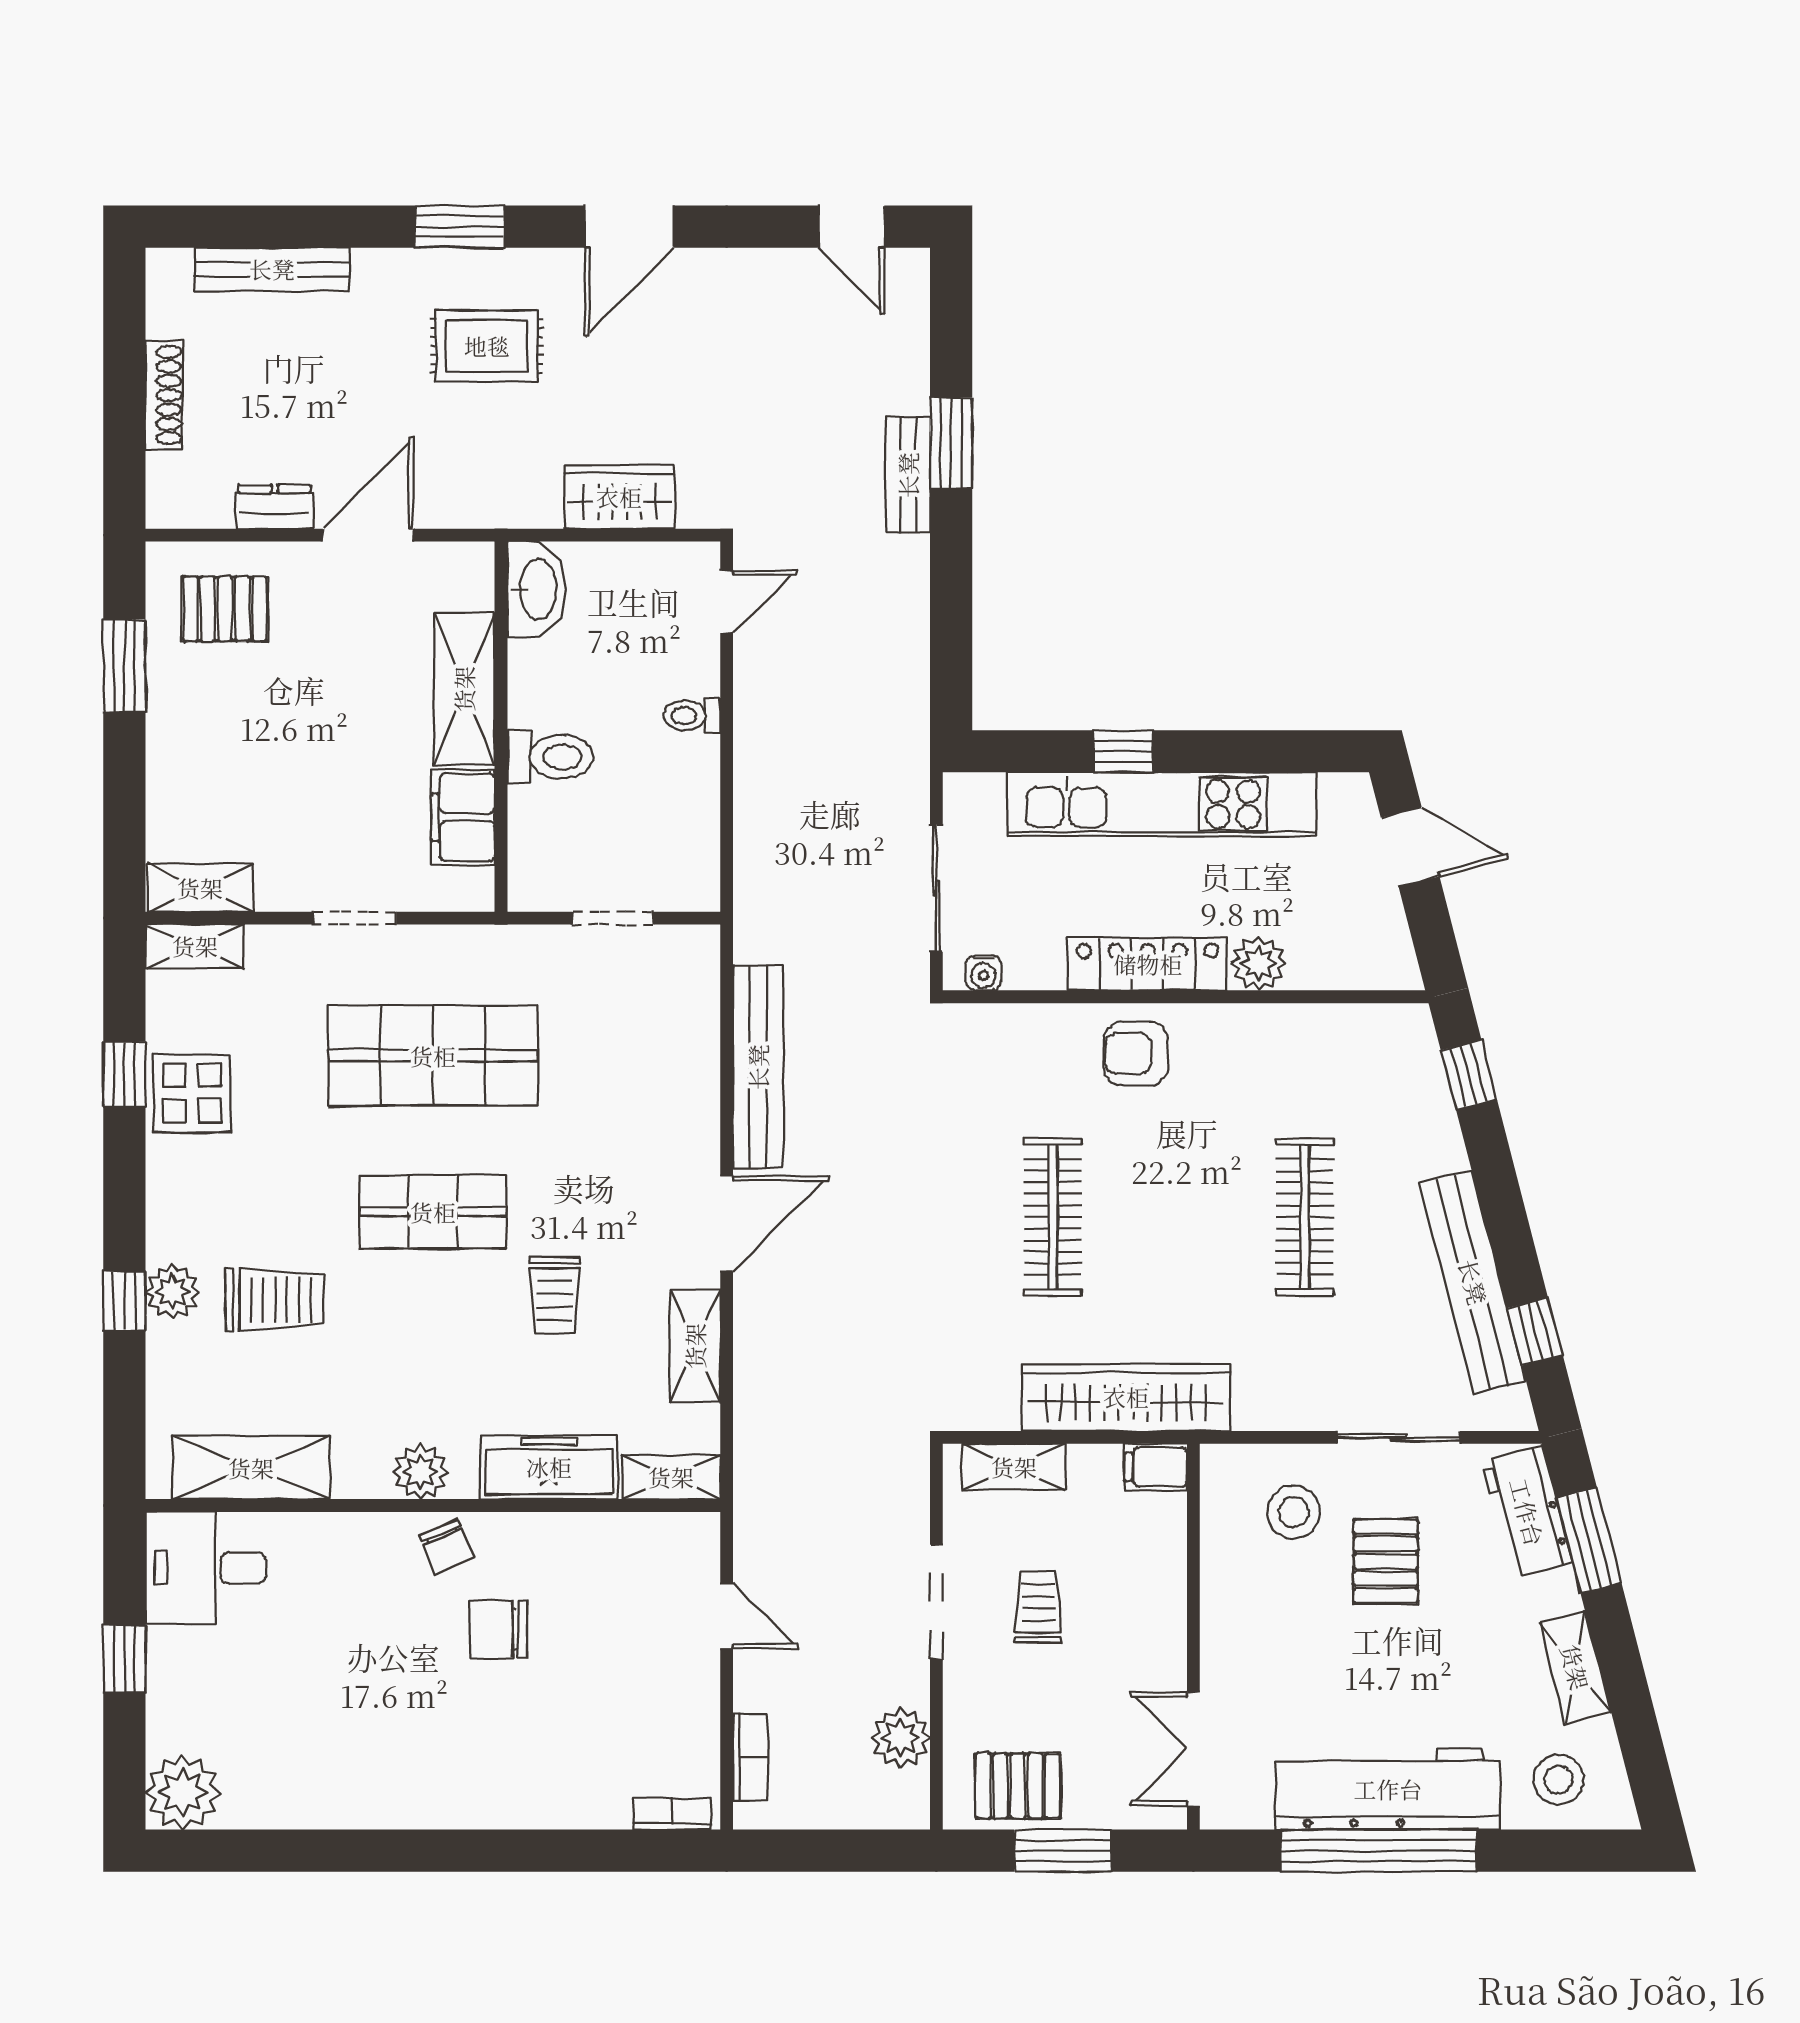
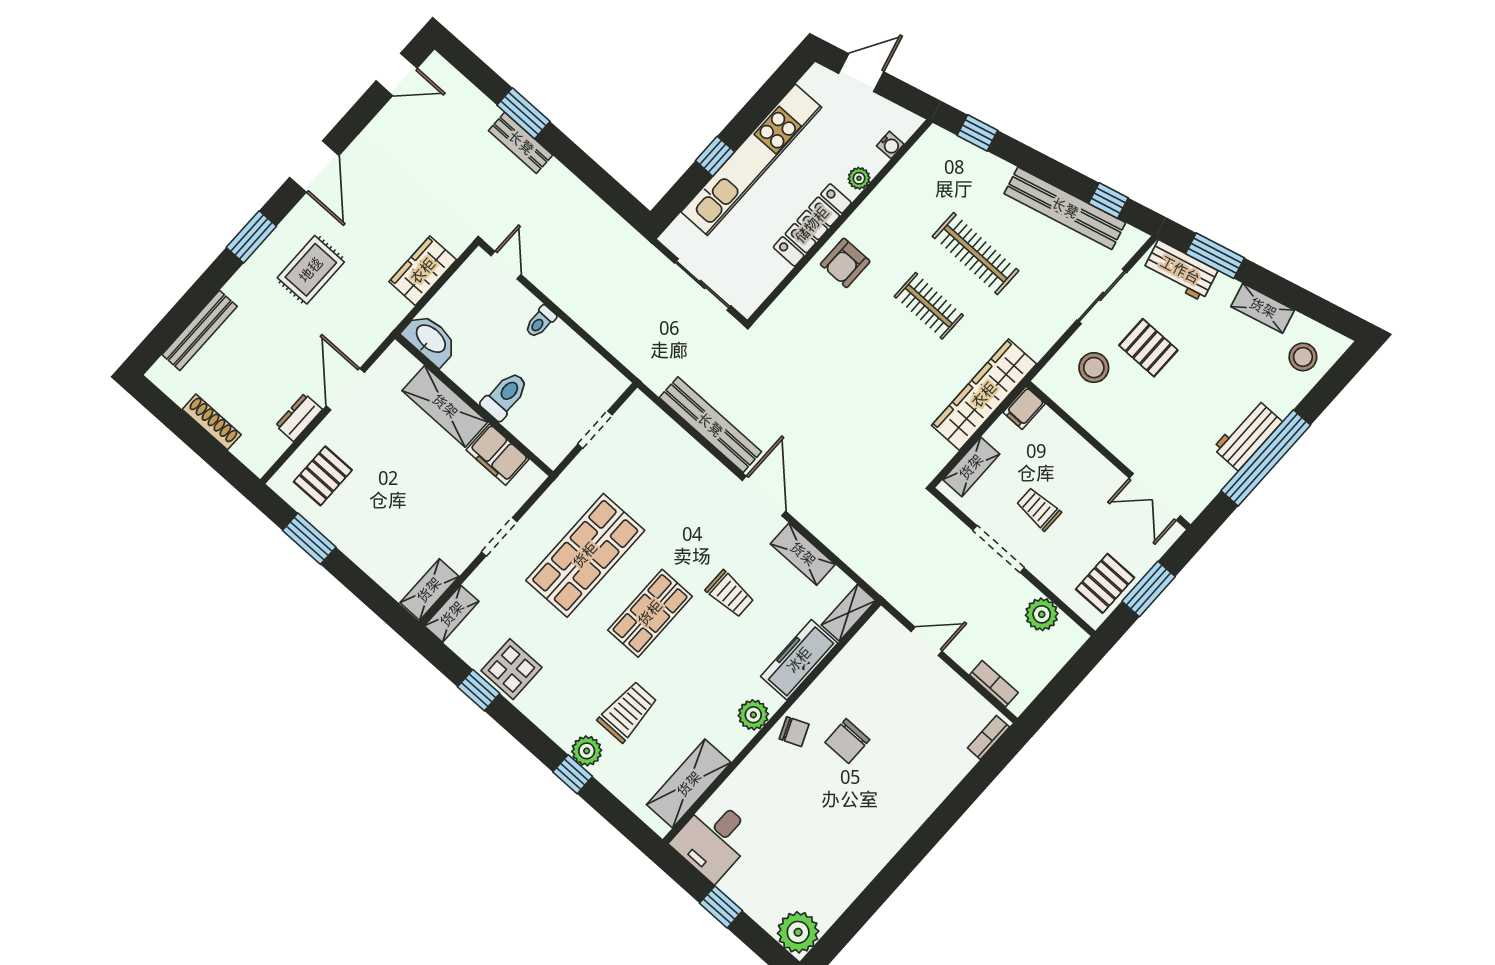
plant: (1259, 963) -> (859, 178), width x0.73, depth x0.73
water cooler: (983, 973) -> (890, 145), moved
clothes rail: (1053, 1217) -> (929, 306), moved, width x0.73
workbench: (1388, 1789) -> (1248, 435), width x0.53, depth x0.76

